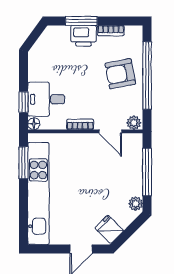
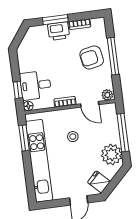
window: (147, 76) -> (113, 56), width x0.68
stool: (84, 169) -> (73, 137), added
plant: (136, 204) -> (112, 155), width x1.88, depth x1.88

